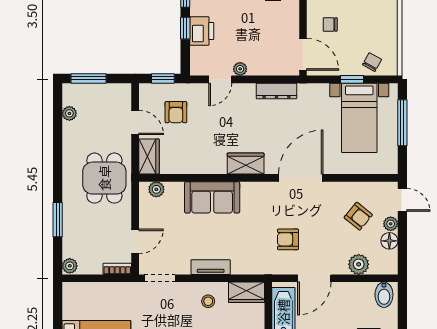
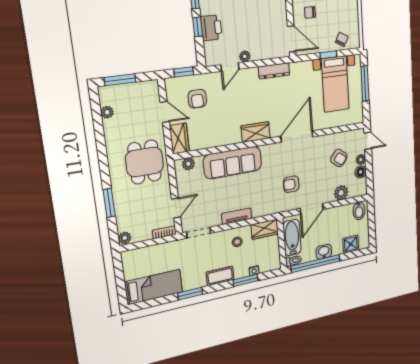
sofa: (212, 197) -> (233, 163), width x1.36

